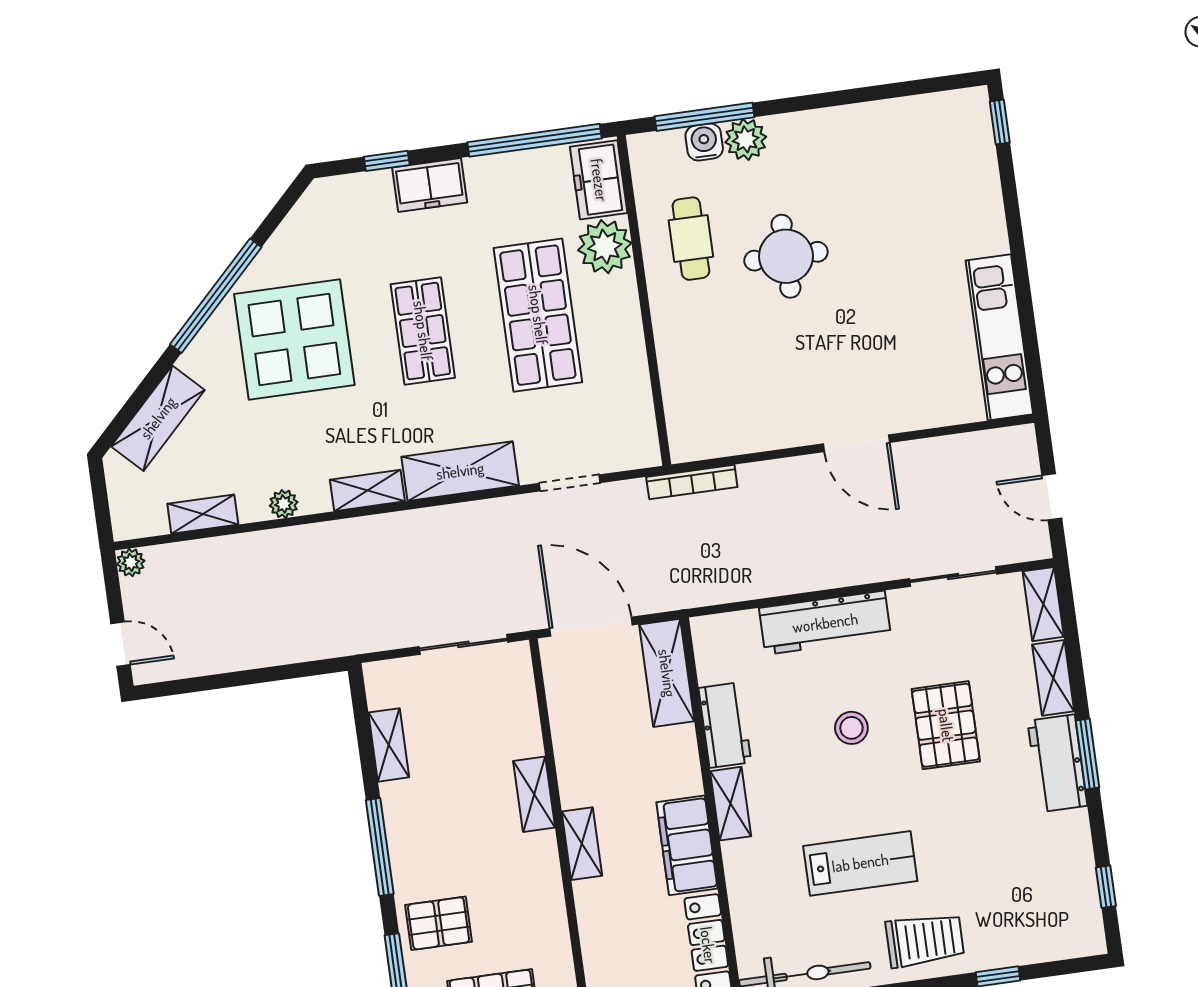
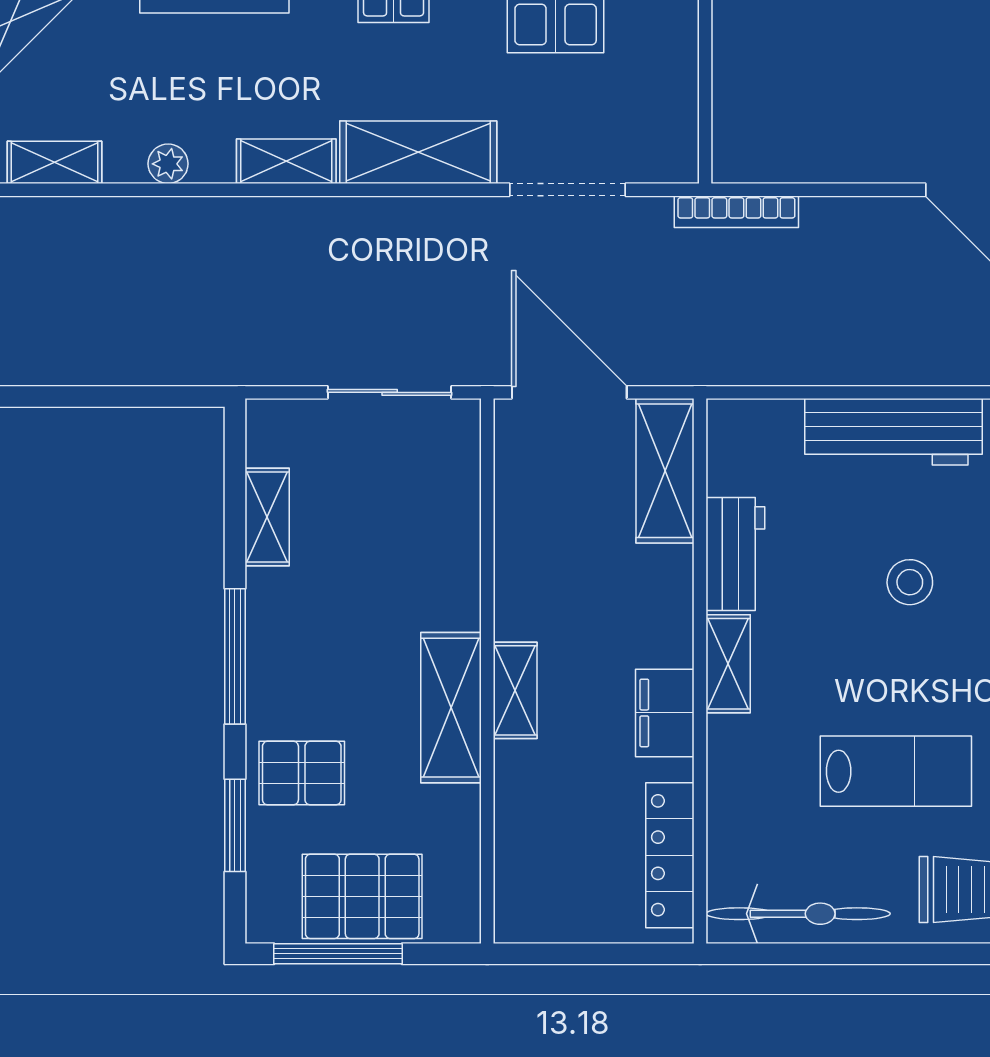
doorway: (570, 483) -> (567, 190), width x1.38
shelving: (534, 794) -> (451, 708), moved, width x1.50, depth x1.33
filing cabinet: (687, 845) -> (665, 713), width x0.67, depth x0.86

